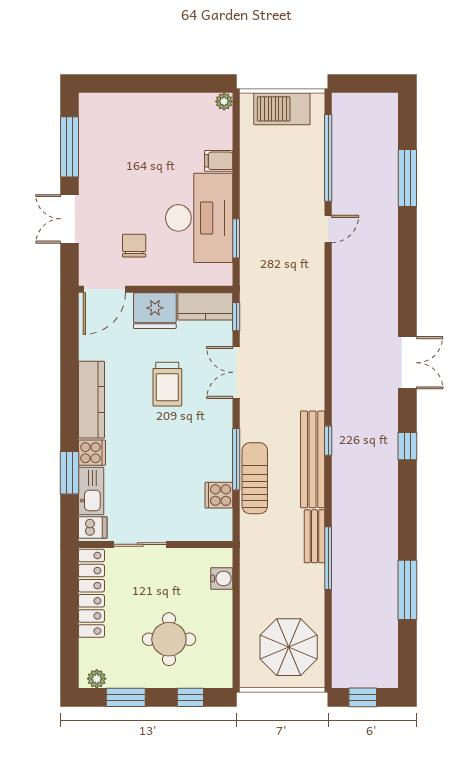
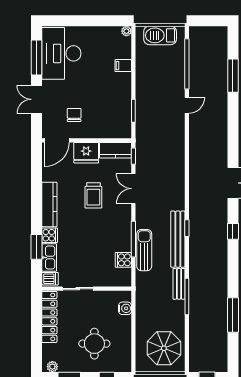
desk: (199, 218) -> (61, 53), moved, turned 180

